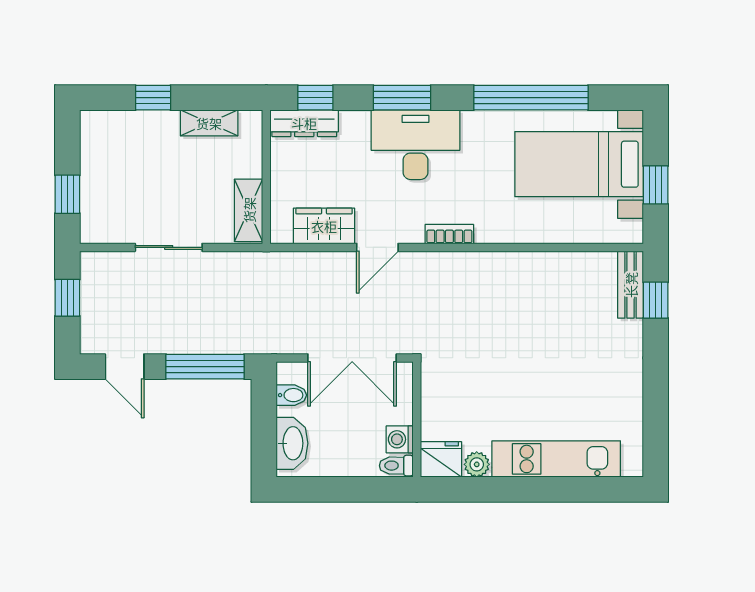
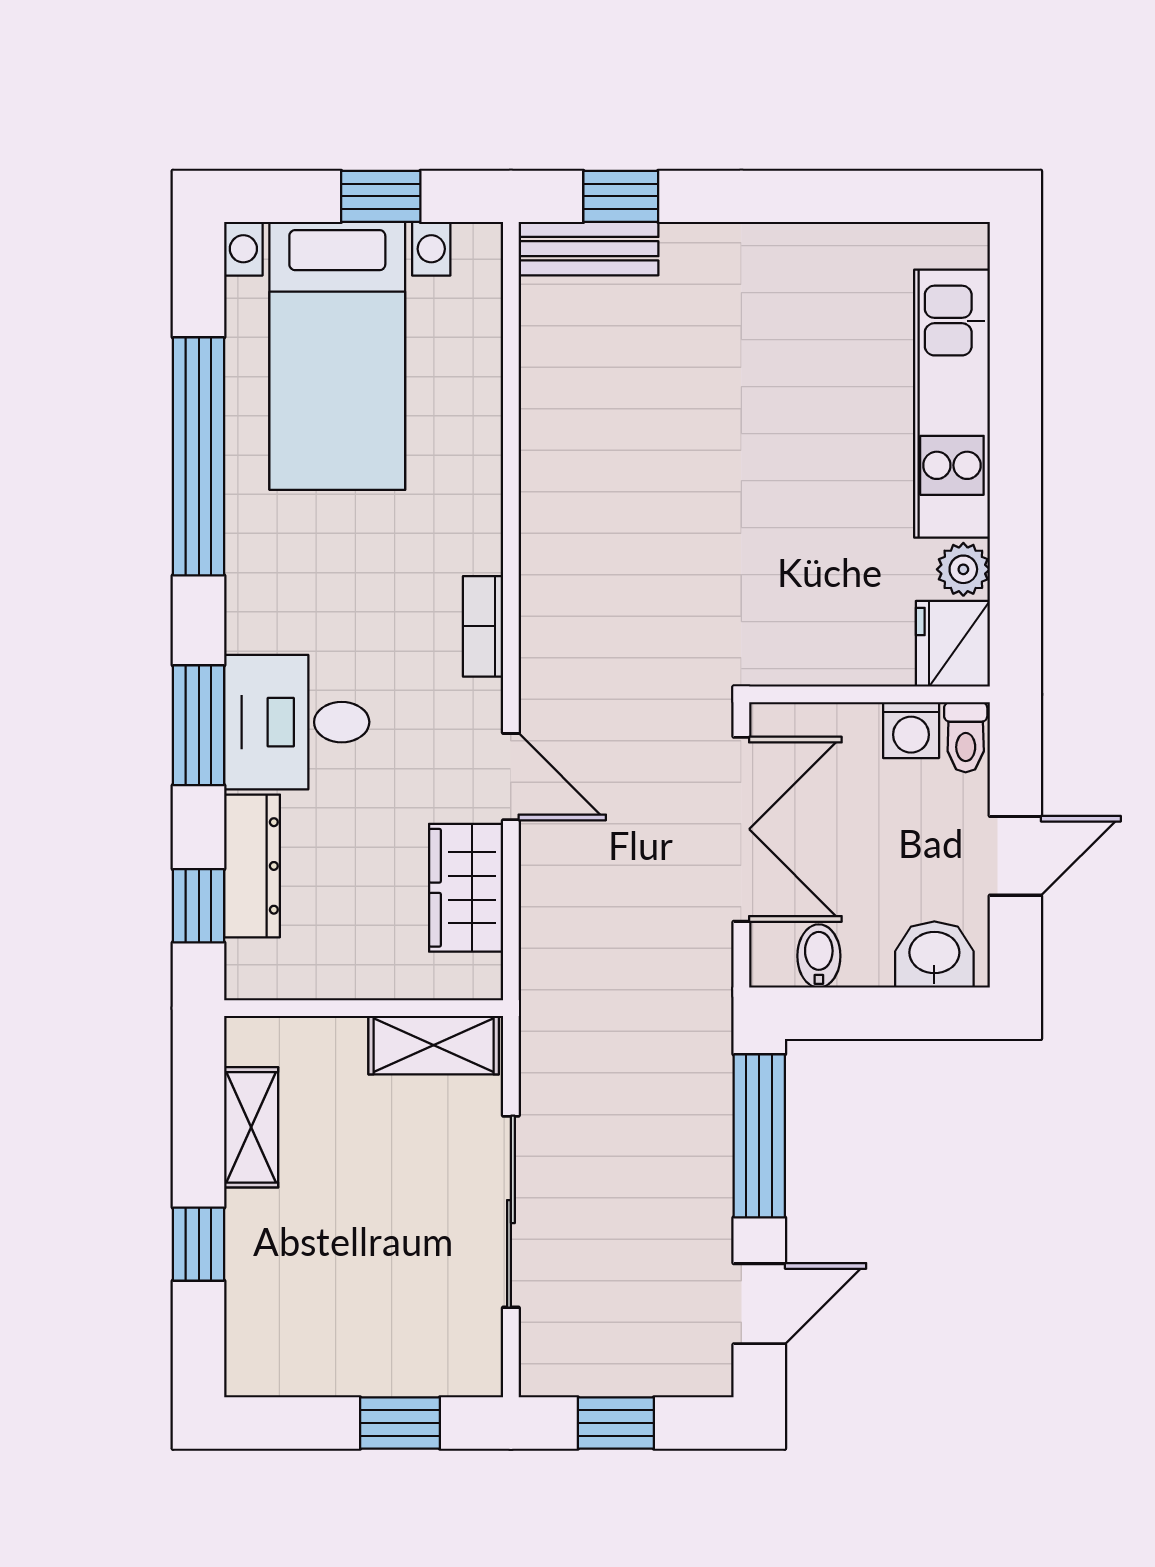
dresser: (304, 123) -> (252, 866), moved
desk: (415, 145) -> (297, 722), width x0.73
sliding door: (169, 247) -> (511, 1212), width x1.37
washbasin: (292, 443) -> (934, 954), width x0.72
door: (339, 489) -> (1015, 856), added

